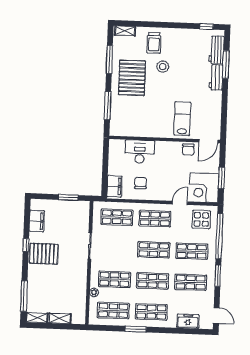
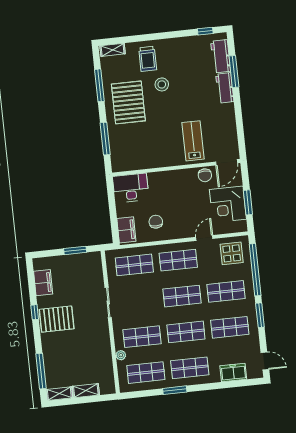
desk: (140, 152) -> (131, 188), moved
corner desk: (204, 188) -> (228, 204), moved

